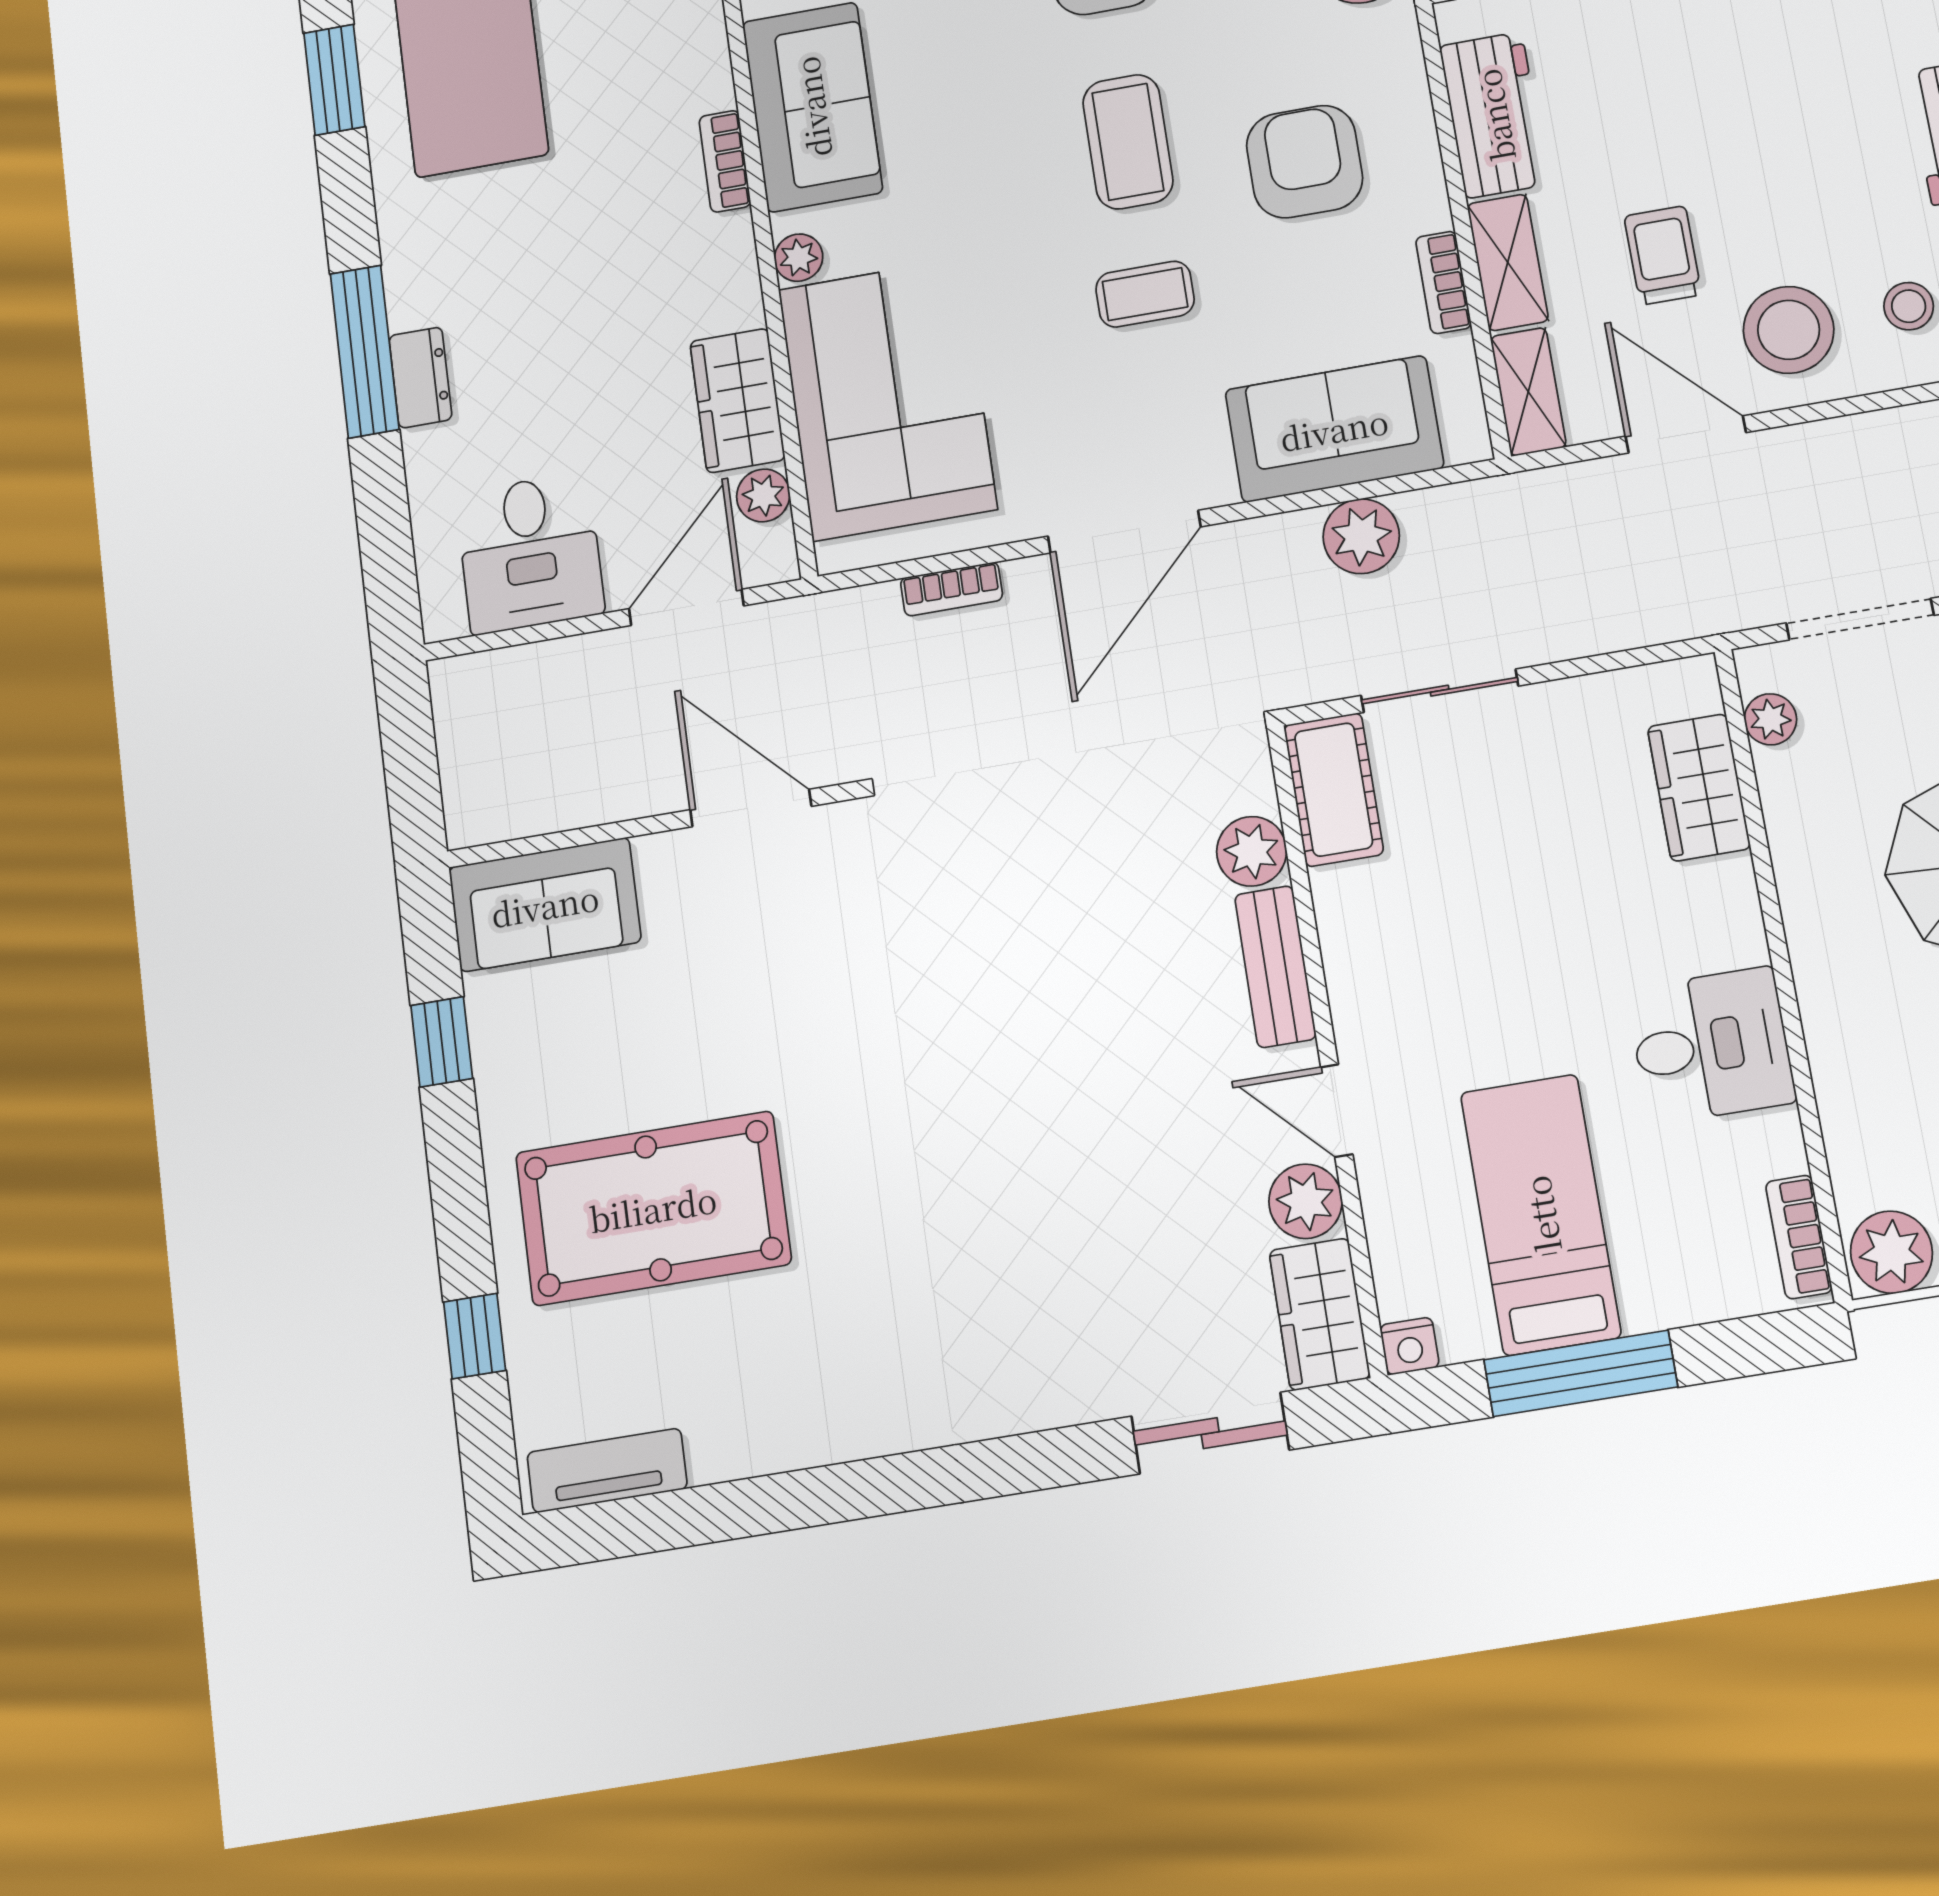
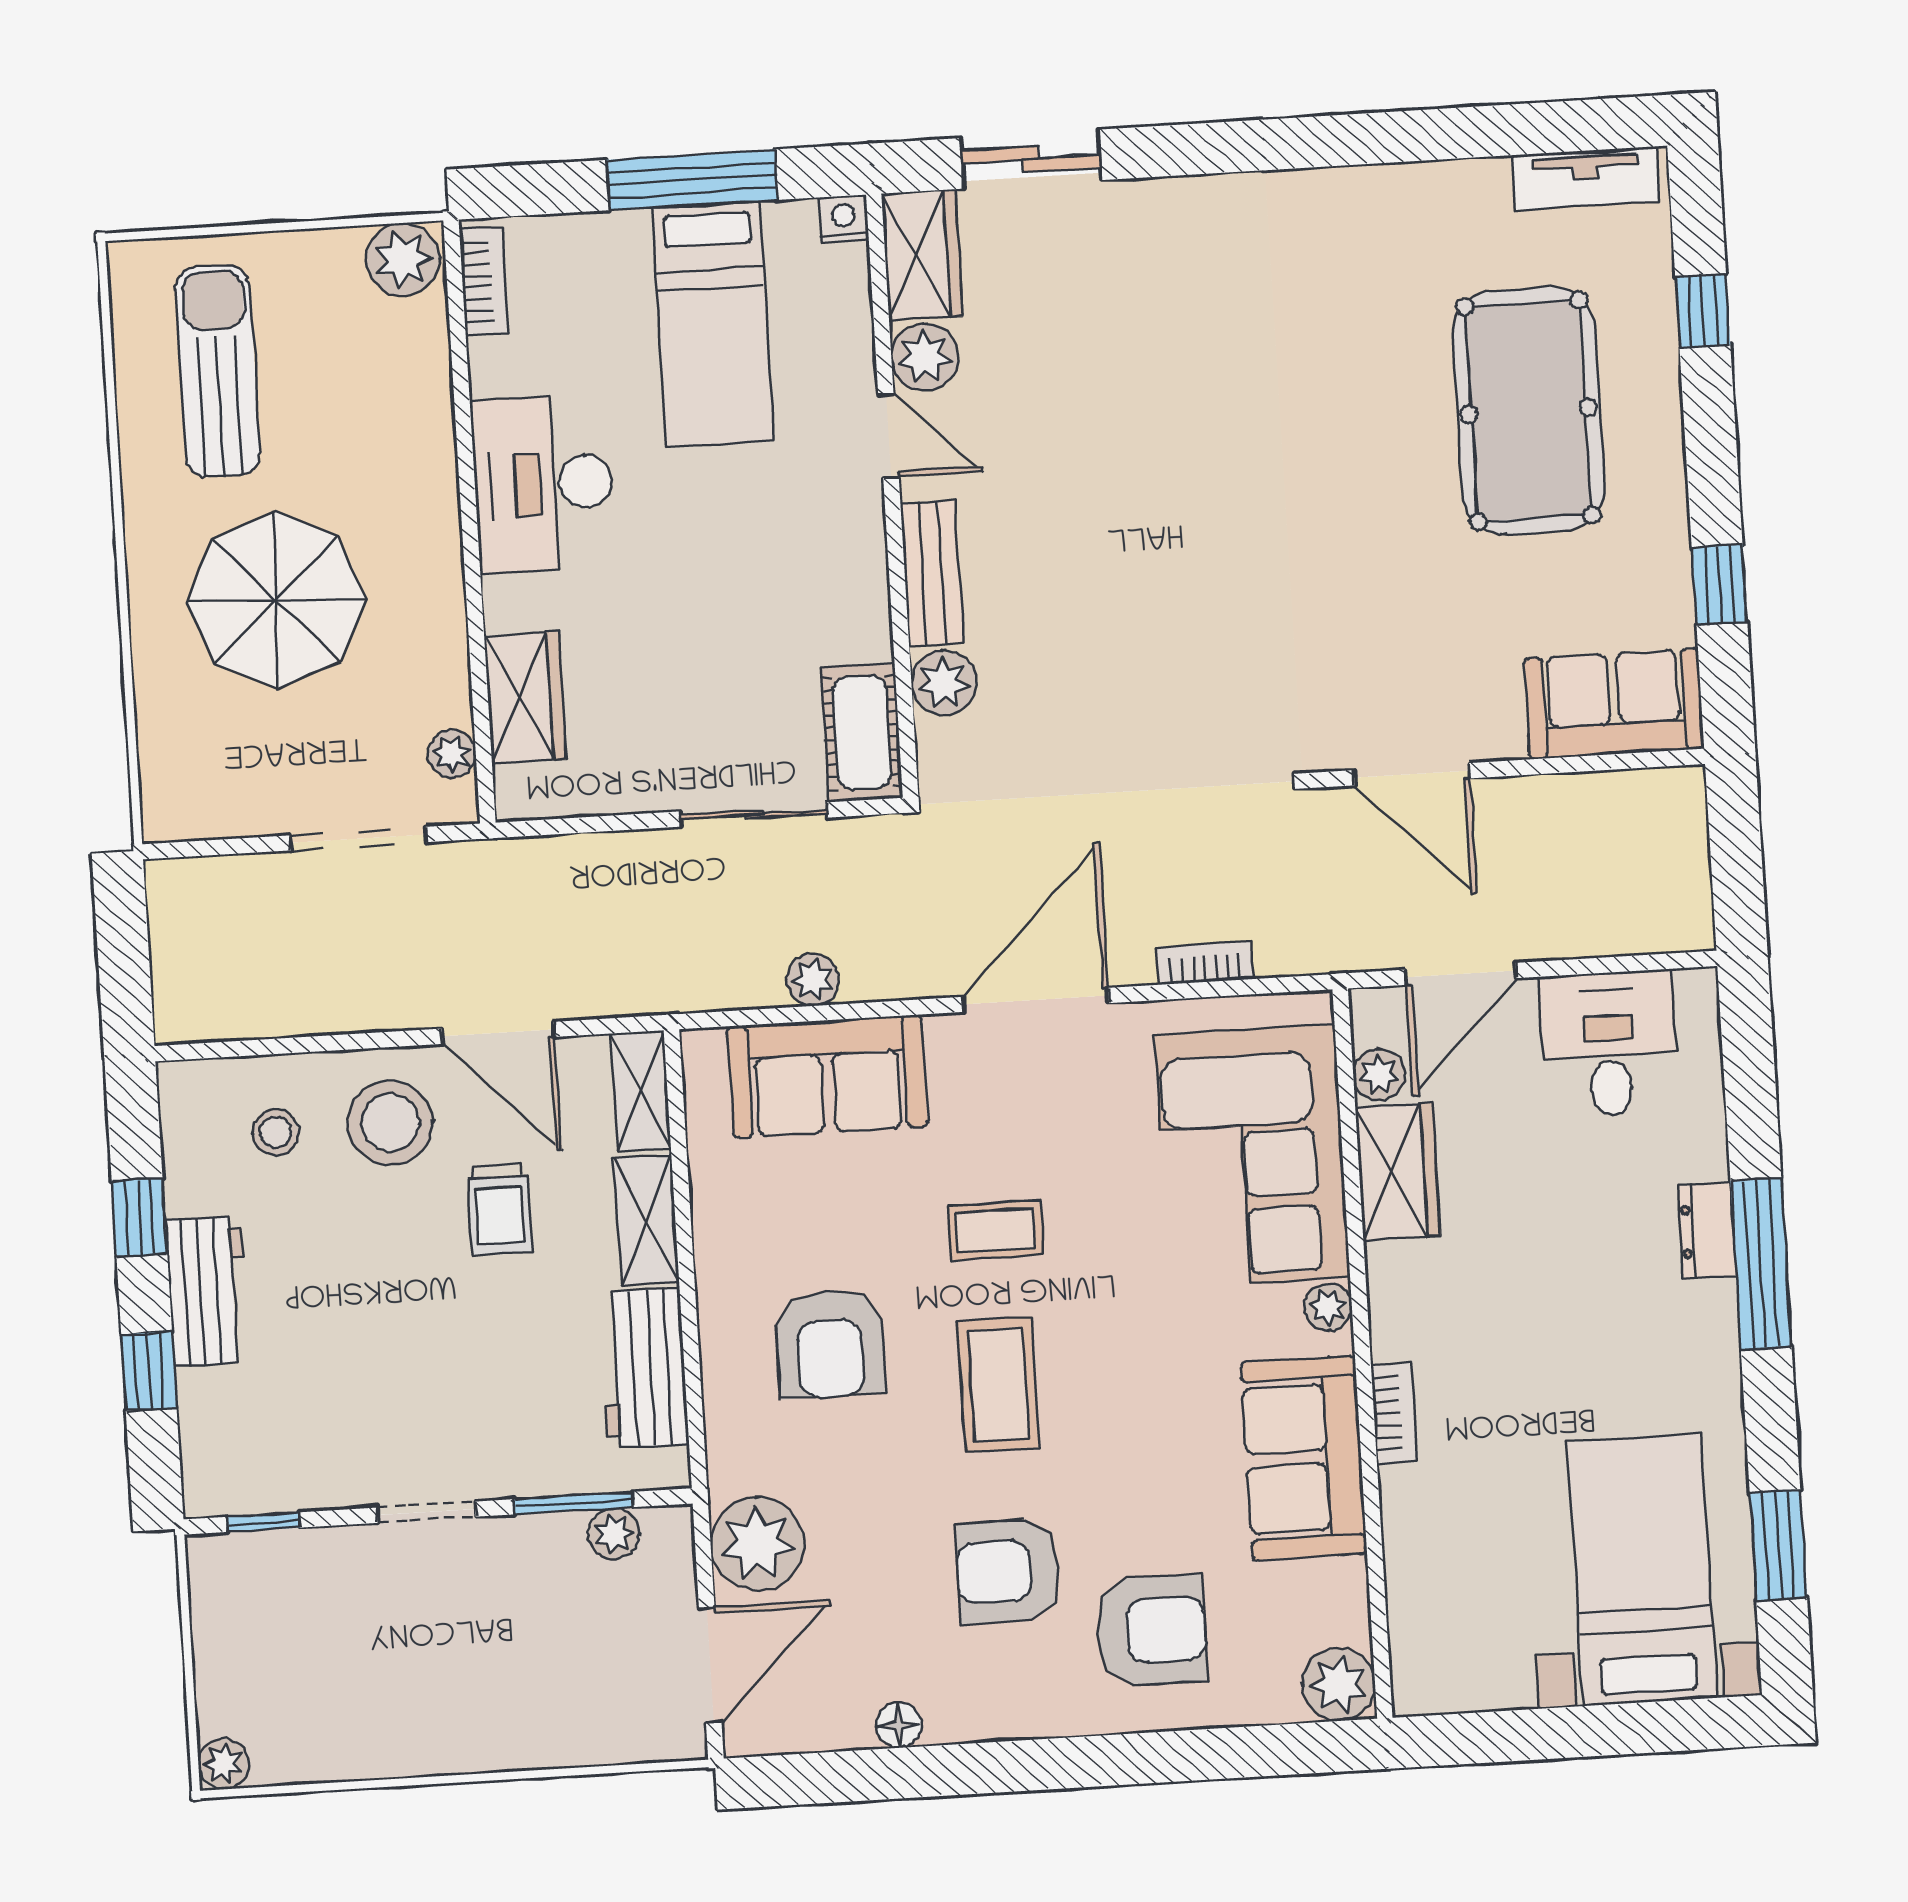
bookcase: (1443, 282) -> (709, 1208), removed
plant: (1361, 536) -> (813, 980), width x0.73, depth x0.73
desk: (1711, 1046) -> (543, 484), width x1.37
pool table: (653, 1208) -> (1529, 411), turned 90

